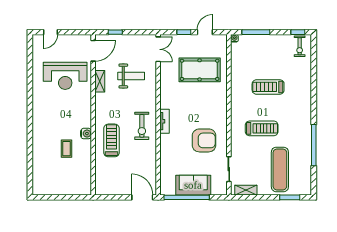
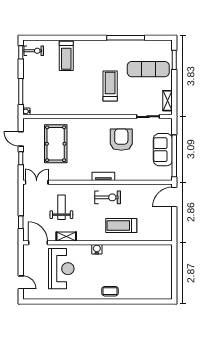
treadmill: (268, 87) -> (66, 56), moved
water cooler: (86, 134) -> (97, 249), moved
coffee table: (66, 149) -> (110, 291), moved

